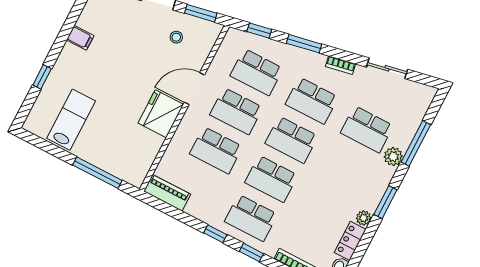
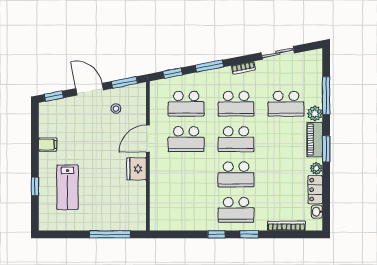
fridge: (161, 114) -> (137, 169), width x0.73, depth x0.75
lab bench: (71, 120) -> (68, 187), moved, turned 180
school desk: (216, 150) -> (186, 174), removed
piano: (167, 193) -> (315, 140), moved, turned -90

